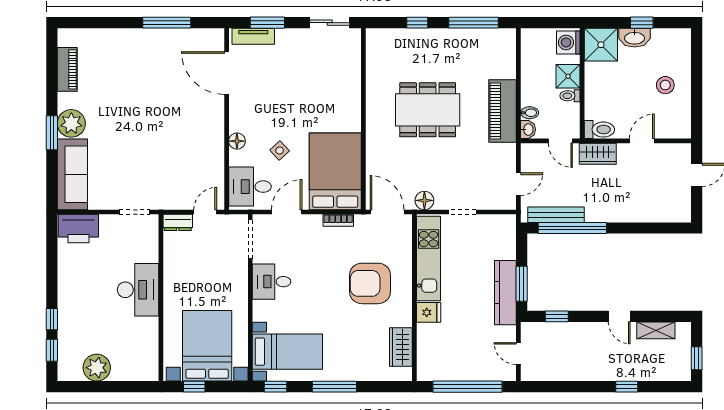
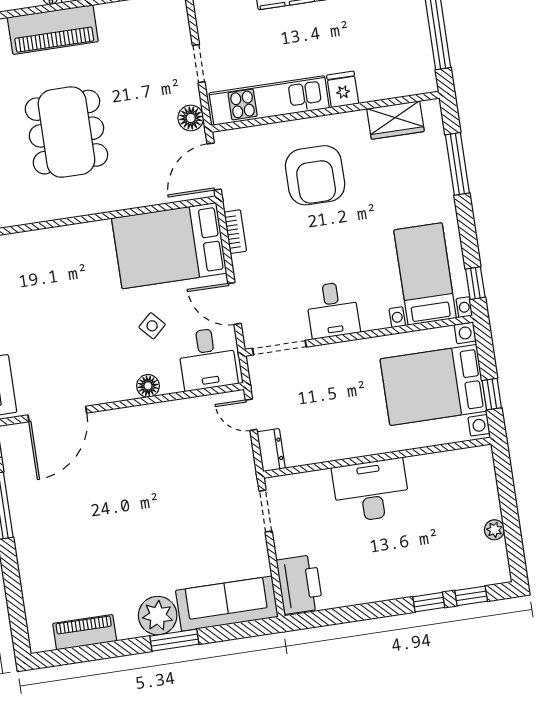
plant: (97, 368) -> (494, 530), width x0.53, depth x0.53
window: (334, 387) -> (457, 164), moved

